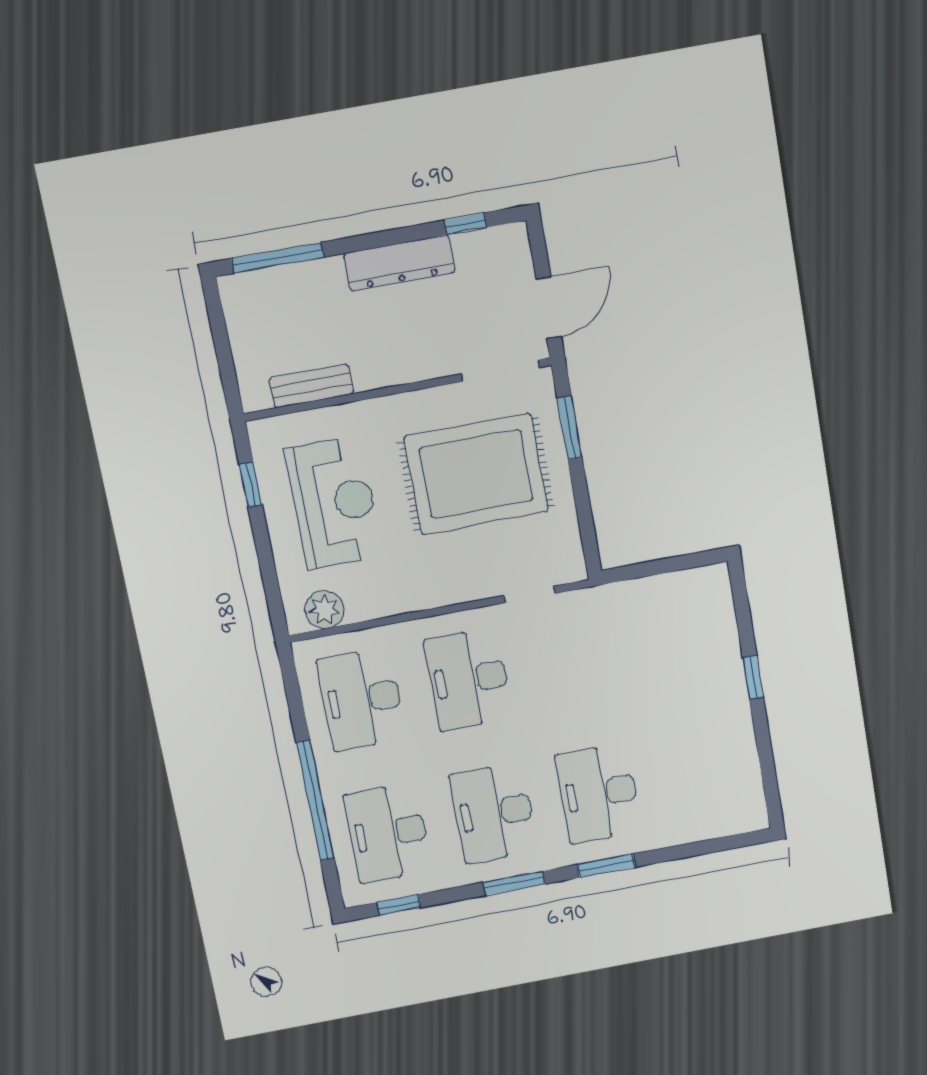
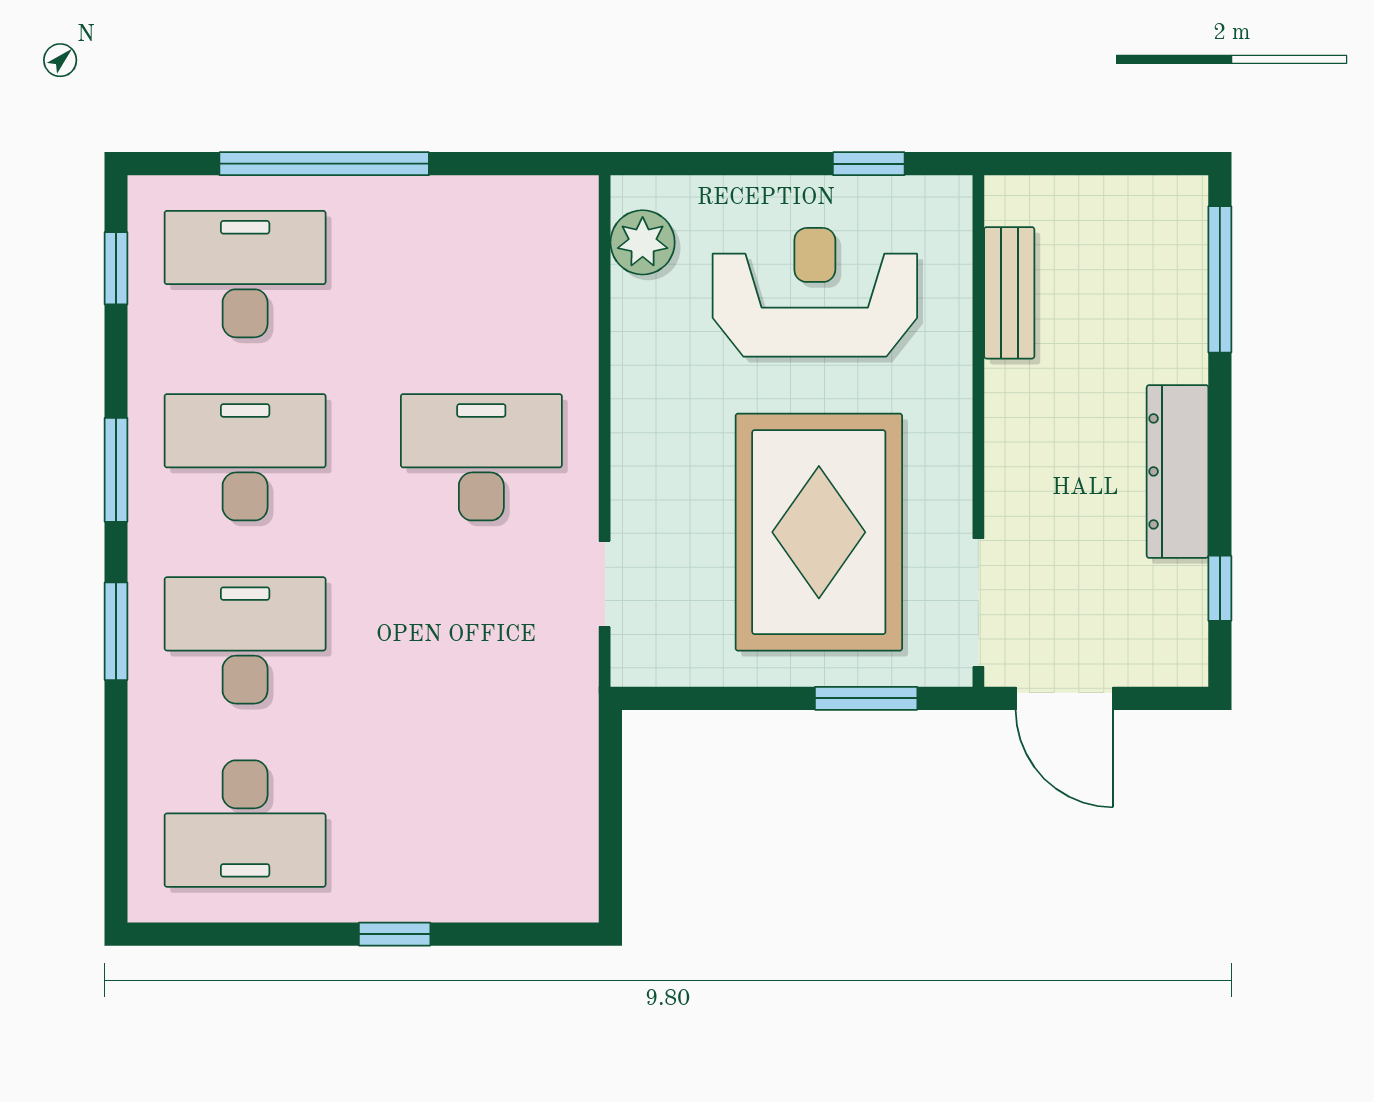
reception desk: (334, 503) -> (815, 292), turned 180
desk: (362, 699) -> (245, 824), moved, turned 180

